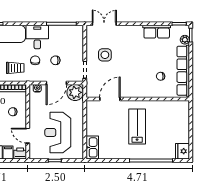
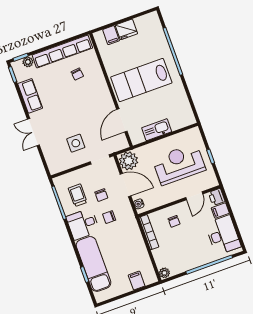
double door: (104, 24) -> (33, 132), moved
trolley: (15, 68) -> (78, 195), moved
door: (110, 99) -> (122, 120), hinge flipped
filing cabinet: (182, 115) -> (111, 35), added
lab bench: (137, 126) -> (141, 80), width x1.36, depth x1.39
reception desk: (58, 132) -> (179, 164), turned 180
kitchen sink: (92, 147) -> (157, 130), moved
fridge: (183, 151) -> (126, 29), moved

